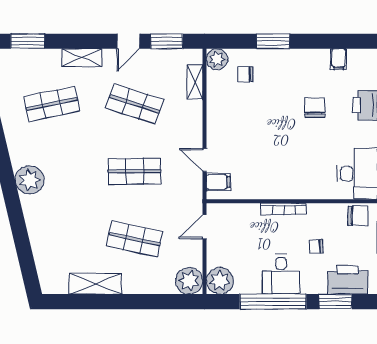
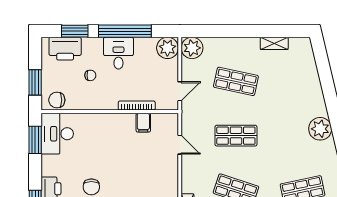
filing cabinet: (218, 182) -> (143, 123), moved, turned -90
bookcase: (284, 209) -> (137, 106), moved
shelving: (96, 284) -> (274, 43), width x0.67, depth x0.75

